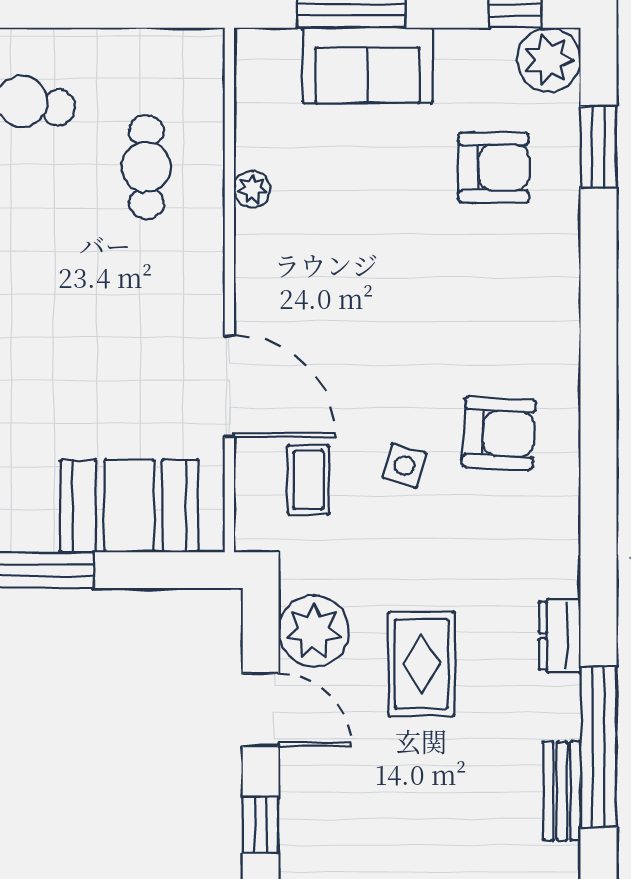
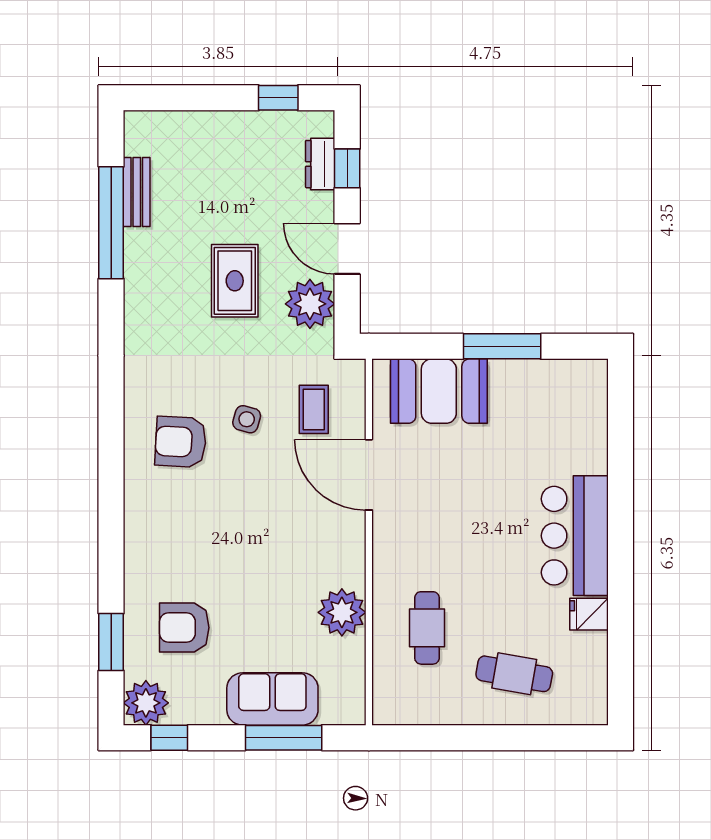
plant: (252, 189) -> (342, 612), width x1.88, depth x1.88
dresser: (560, 636) -> (320, 164), moved, turned 180

